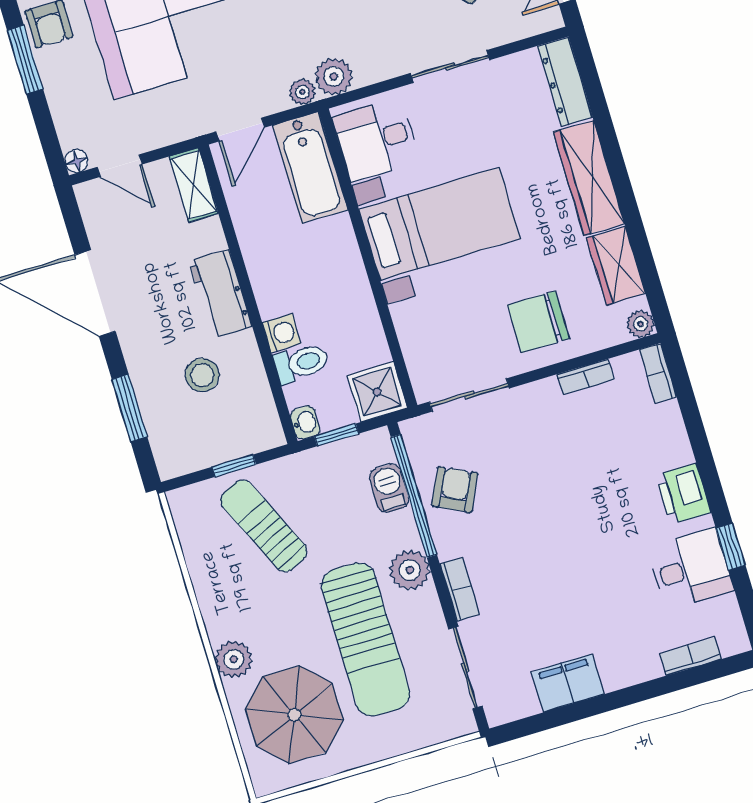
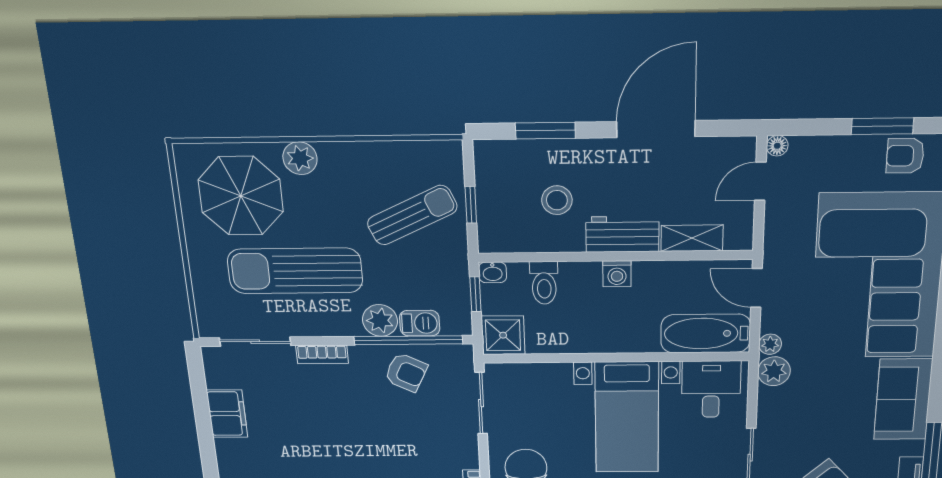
shelving: (194, 185) -> (692, 238), moved
washing machine: (282, 333) -> (617, 274), moved
plant: (410, 570) -> (380, 320), moved

